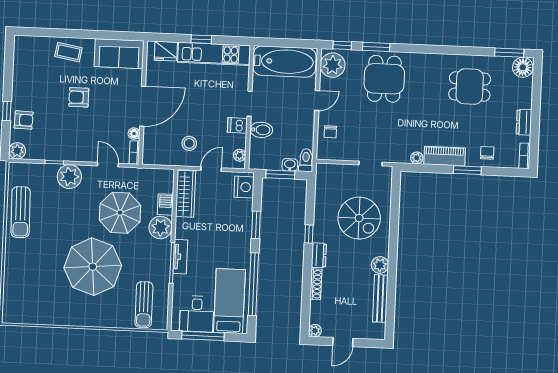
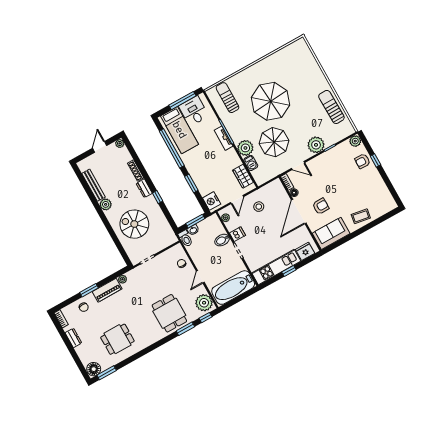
armchair: (79, 97) -> (321, 206), moved
wardrobe: (186, 194) -> (243, 176), width x0.67

